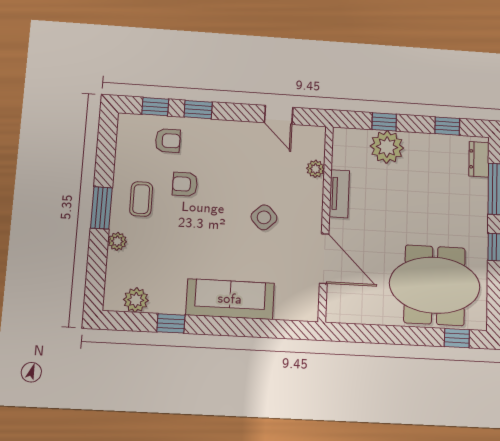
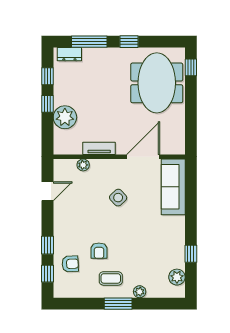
window: (384, 122) -> (48, 104), moved
armchair: (168, 141) -> (70, 264), turned 87
sofa: (230, 299) -> (173, 187), moved

